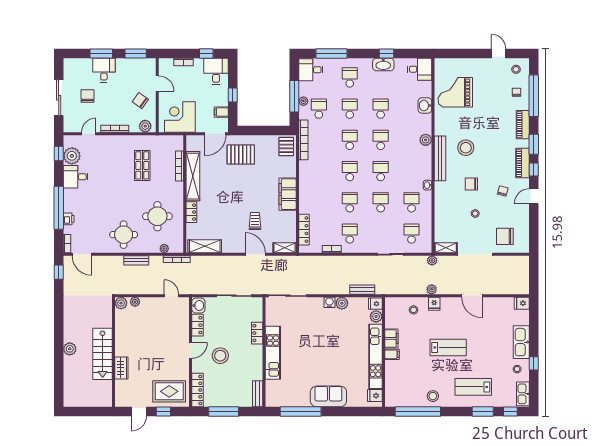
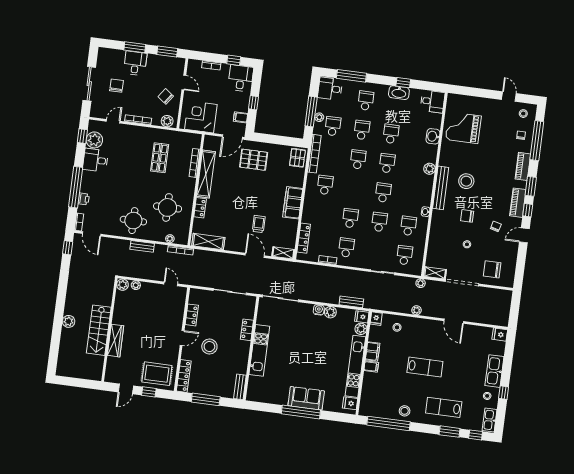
school desk: (350, 171) -> (325, 185), moved
fridge: (434, 304) -> (376, 319), moved
washbasin: (198, 305) -> (195, 297), removed
wardrobe: (121, 368) -> (116, 341), width x1.50
window: (301, 411) -> (301, 412), moved

